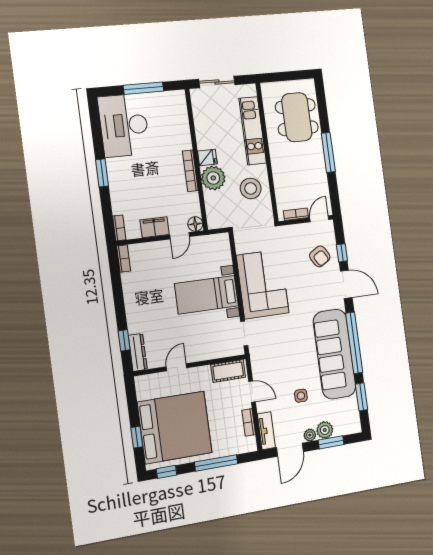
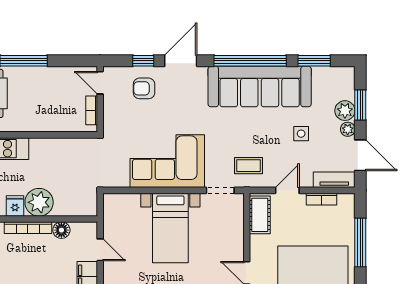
stool: (251, 188) -> (56, 160), removed
floor lamp: (195, 224) -> (61, 230), moved
armchair: (320, 256) -> (144, 88), turned -149
coffee table: (268, 355) -> (249, 166), added

